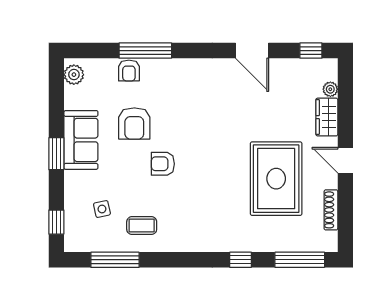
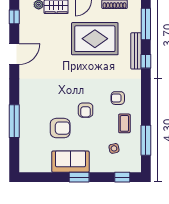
armchair: (129, 71) -> (118, 98), moved, turned 180
plant: (74, 75) -> (29, 166), removed
bench: (257, 244) -> (136, 51), added

